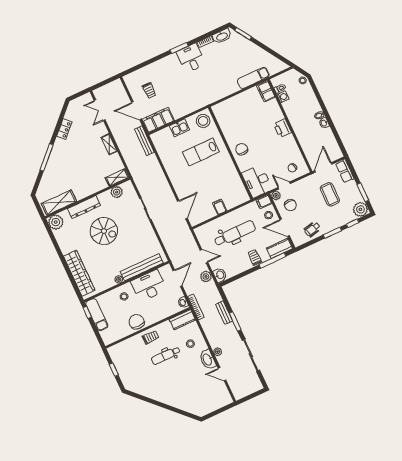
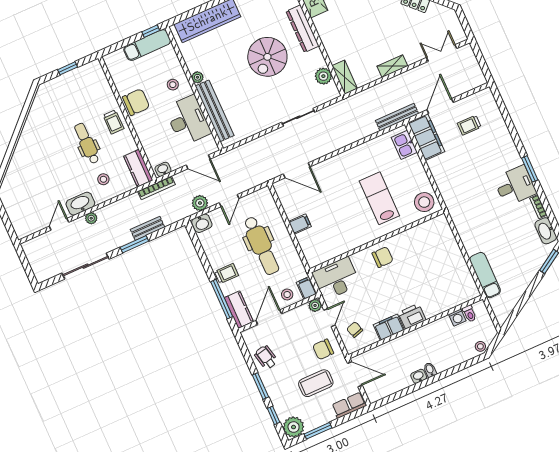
filing cabinet: (266, 91) -> (389, 327), moved
kitchen sink: (179, 128) -> (404, 145), moved
chair: (290, 205) -> (323, 349), moved

